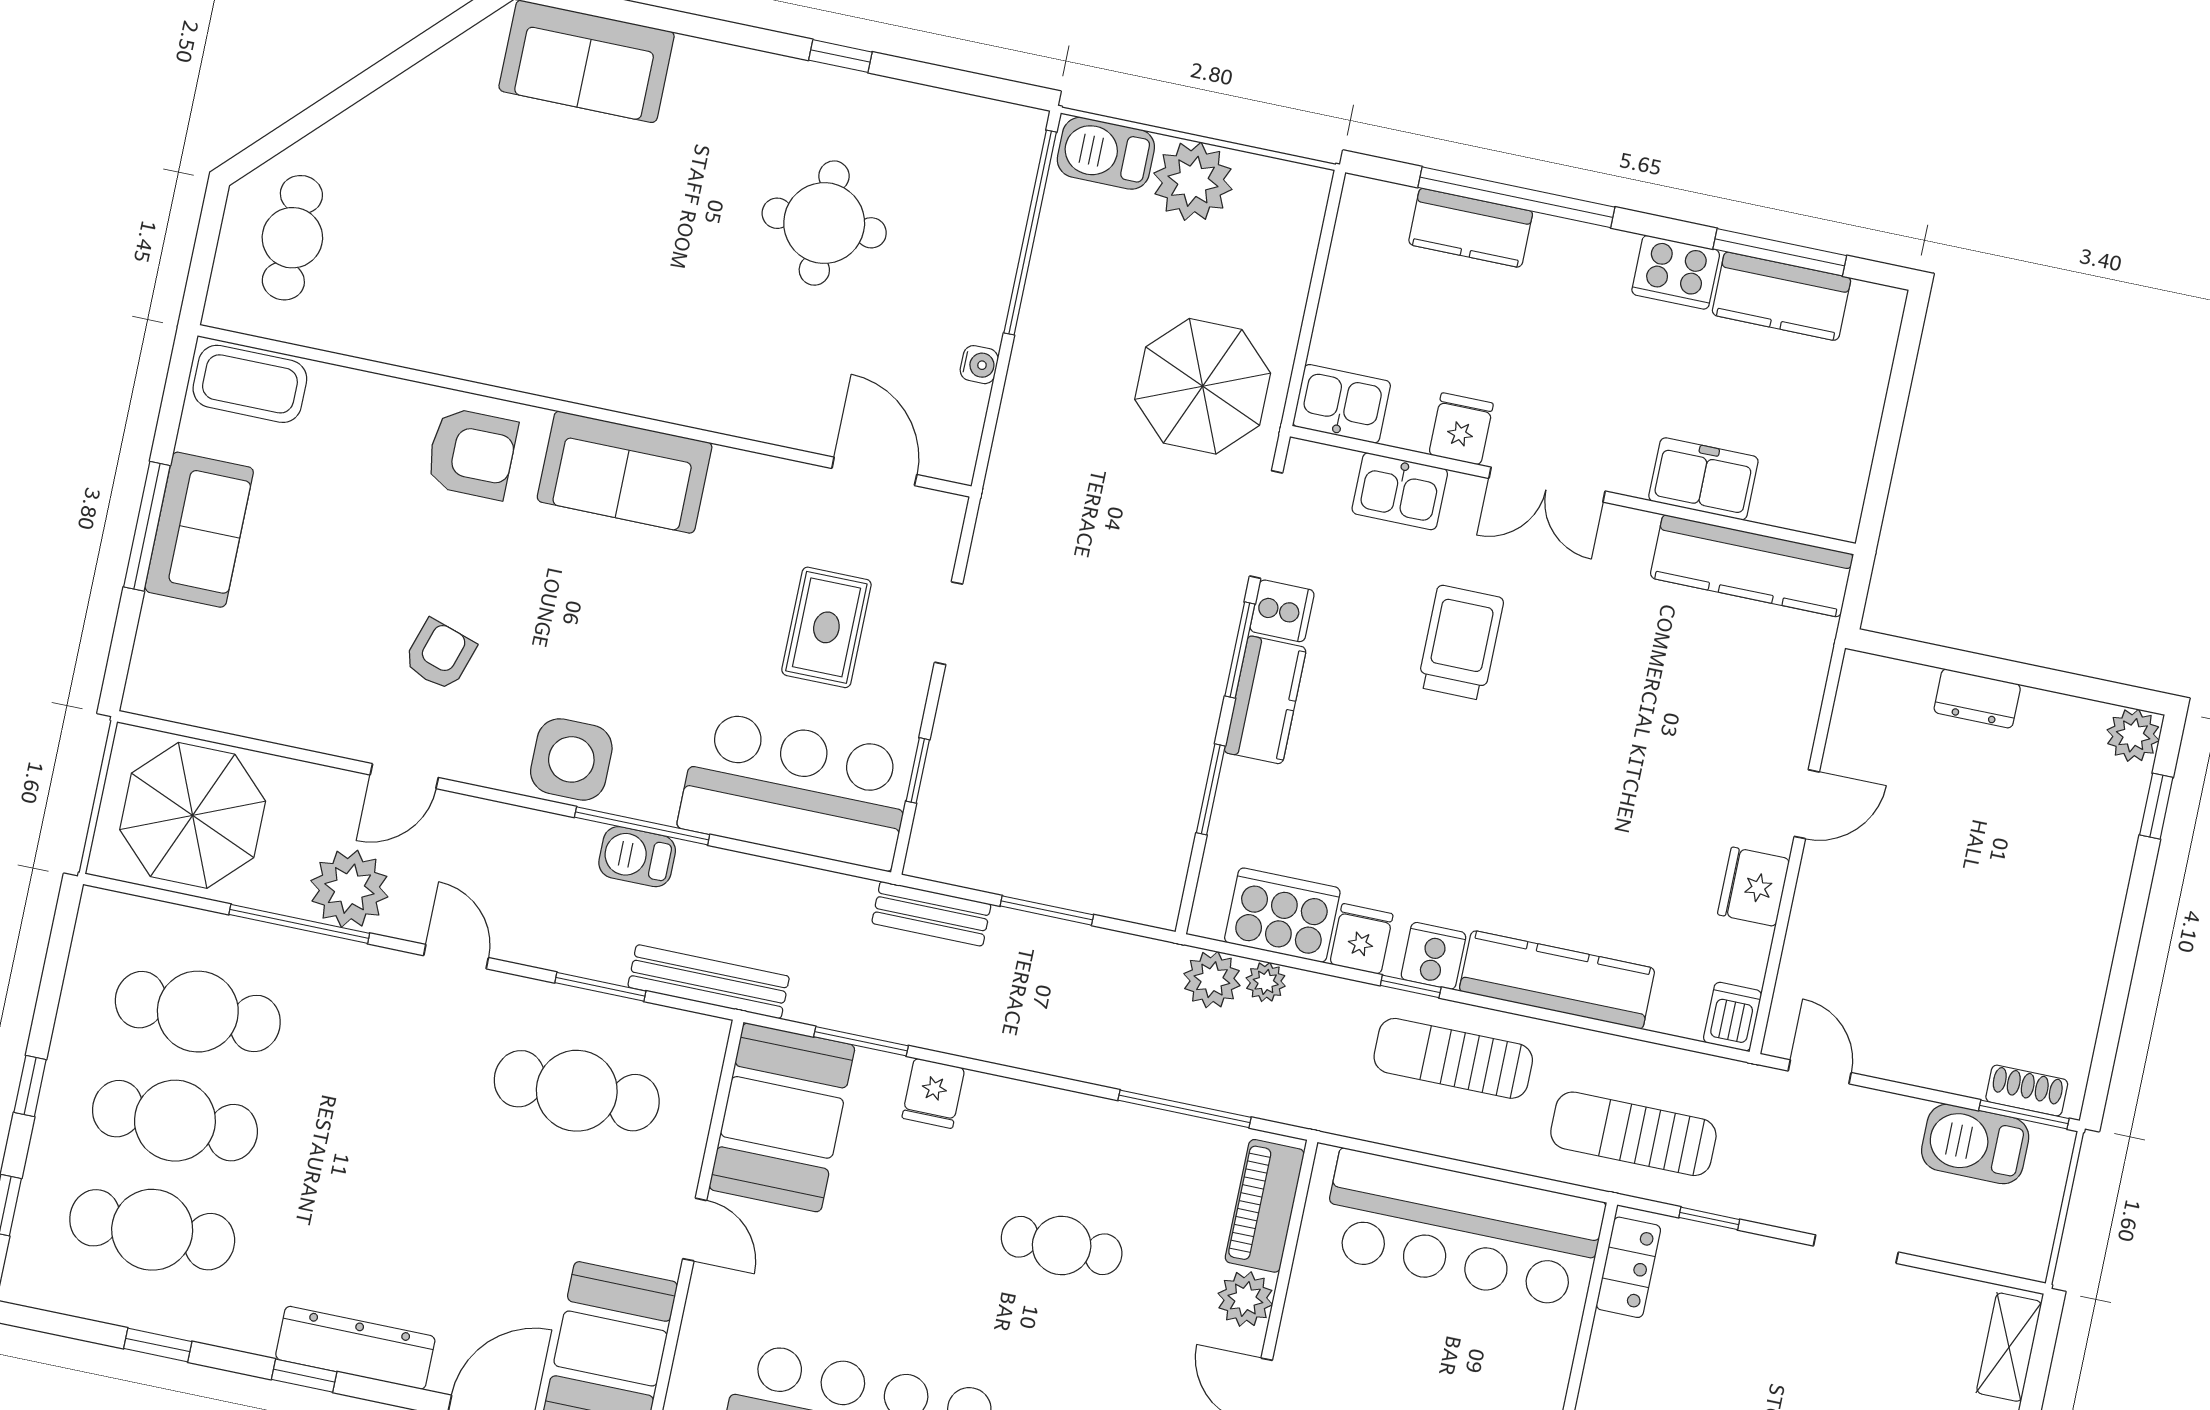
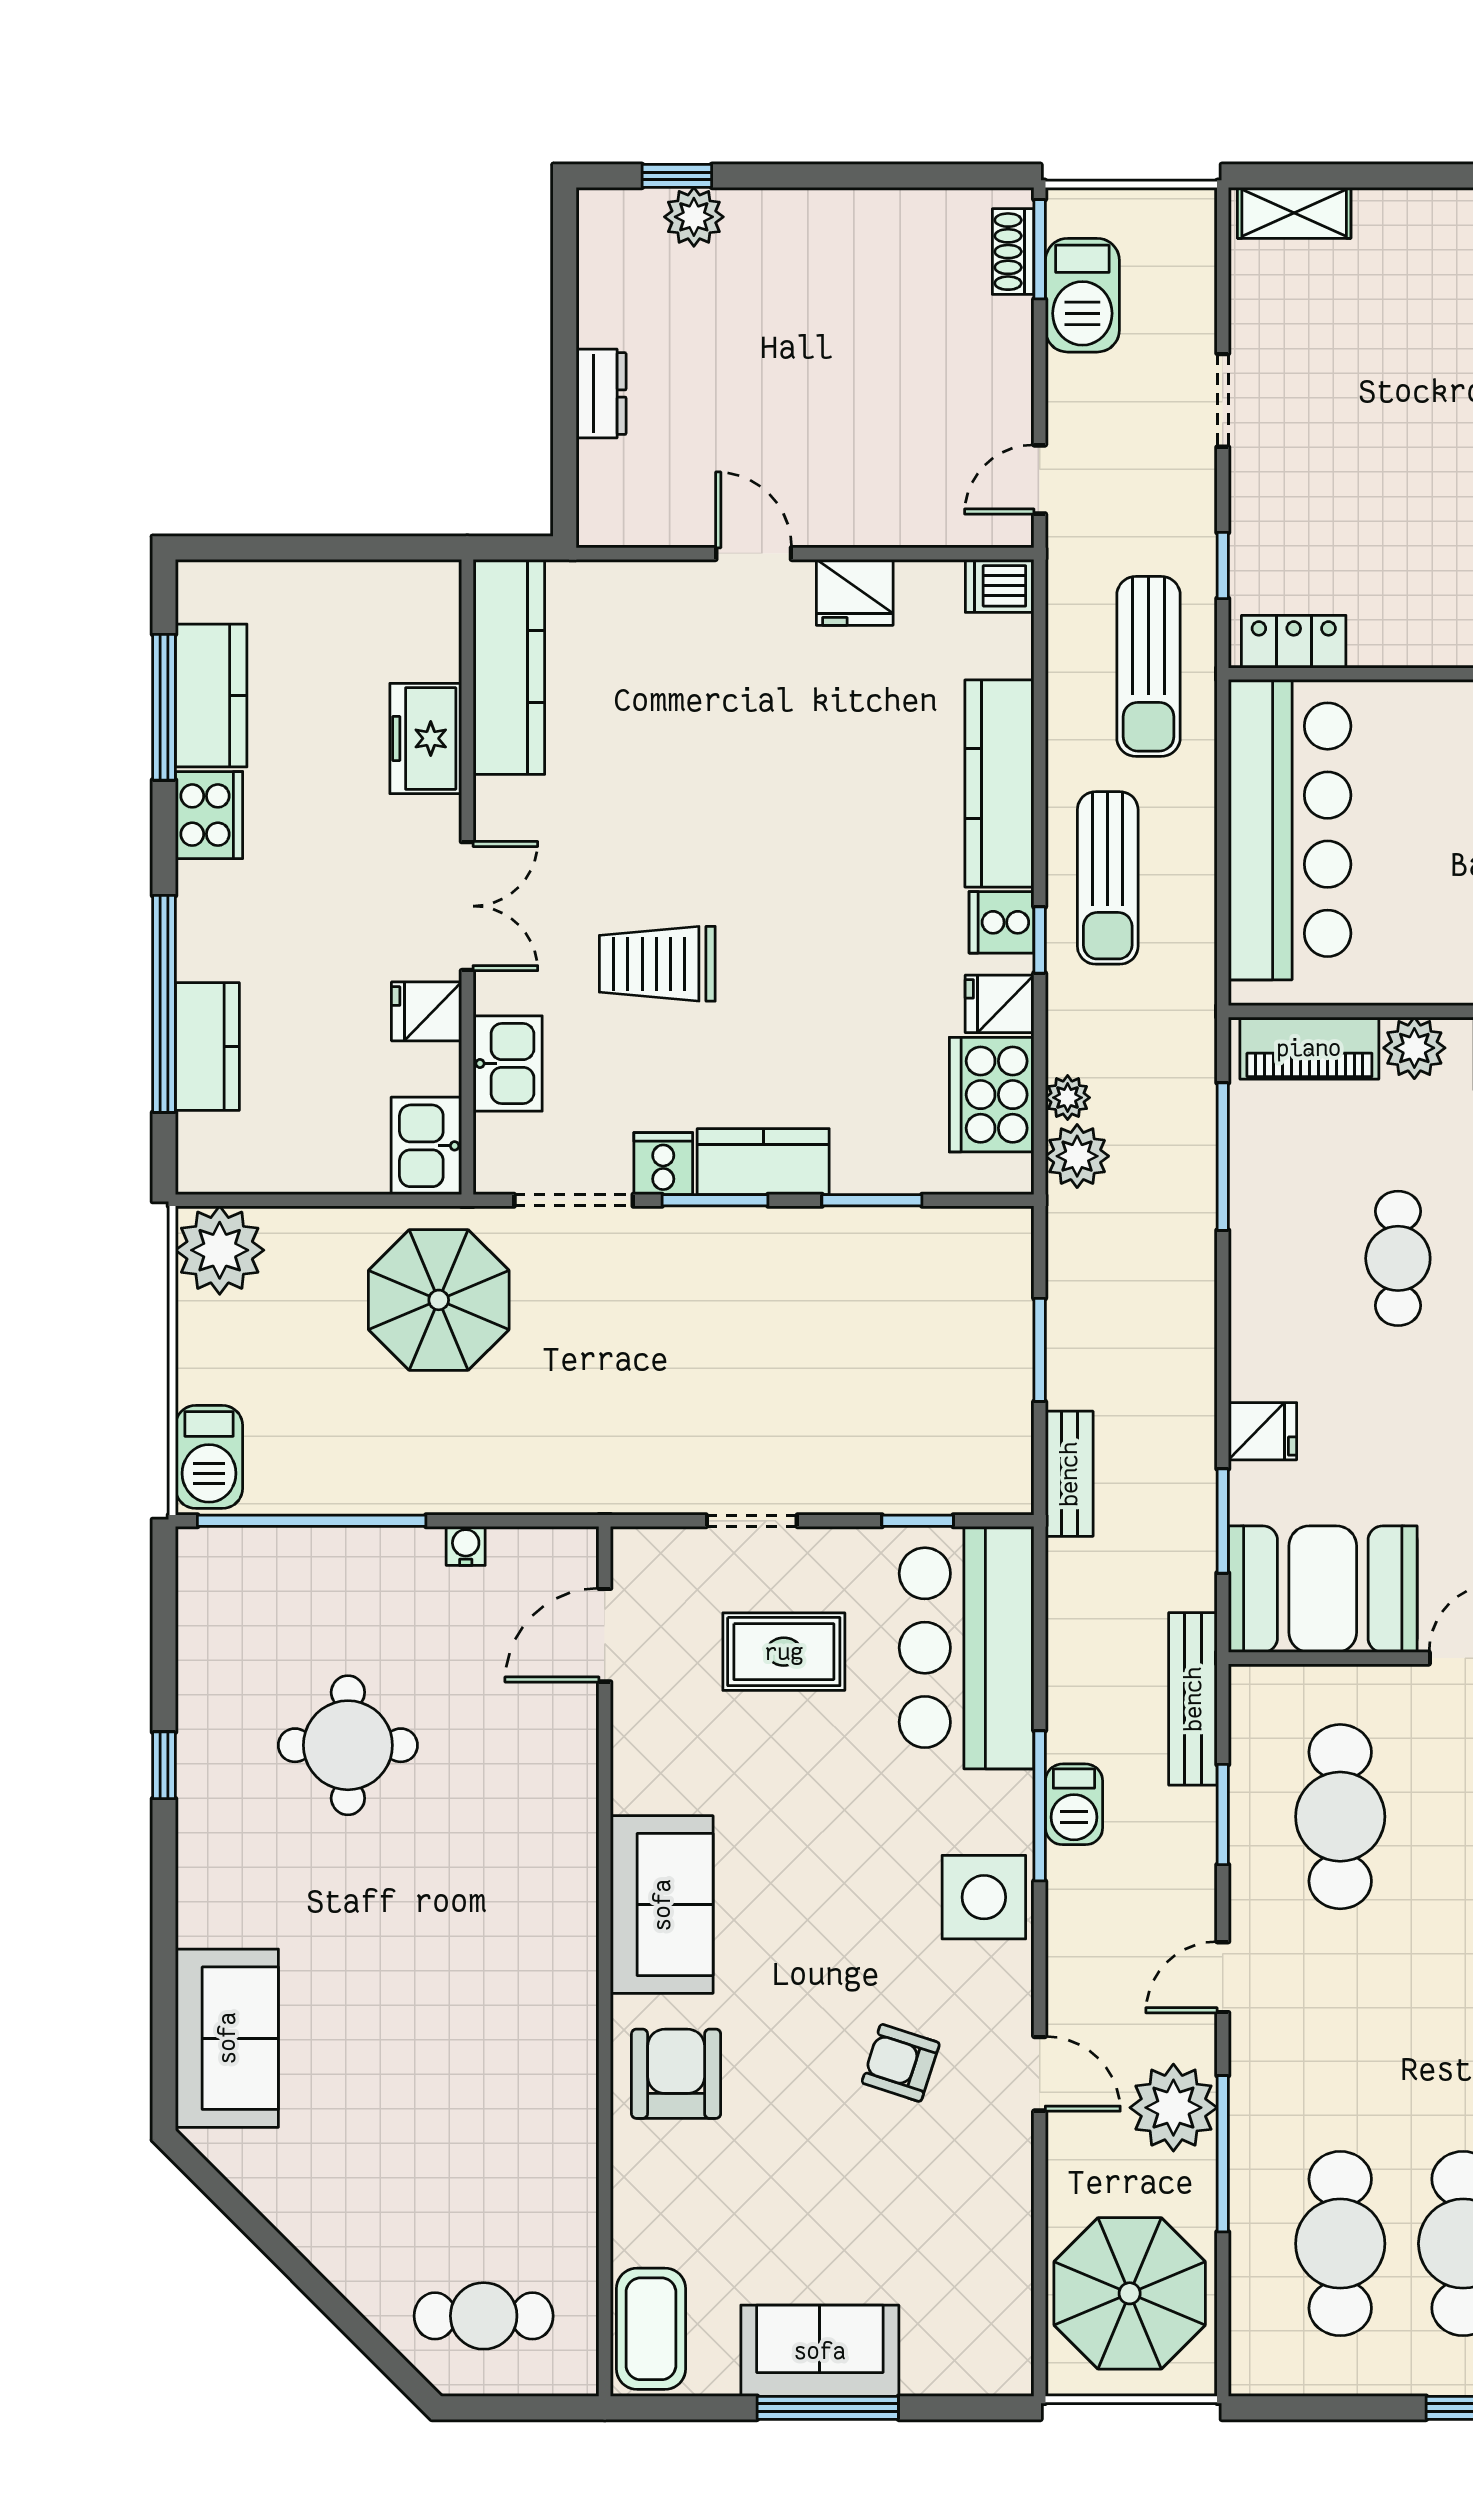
plant: (1193, 181) -> (220, 1250), moved
plant: (2133, 735) -> (694, 217), moved

